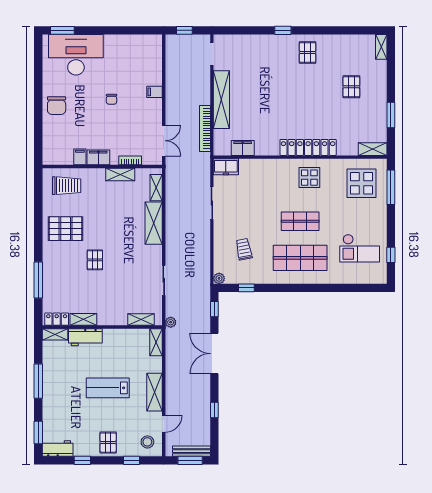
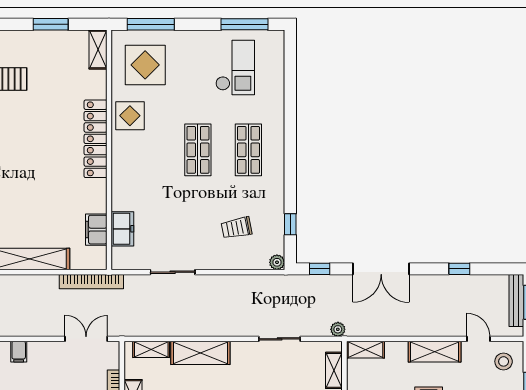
bookcase: (205, 128) -> (91, 282), moved
freezer: (226, 167) -> (122, 229), moved
display table: (309, 178) -> (130, 116), moved
window: (391, 255) -> (244, 24), width x2.17
shop shelf: (300, 258) -> (248, 150), width x0.70, depth x0.74

